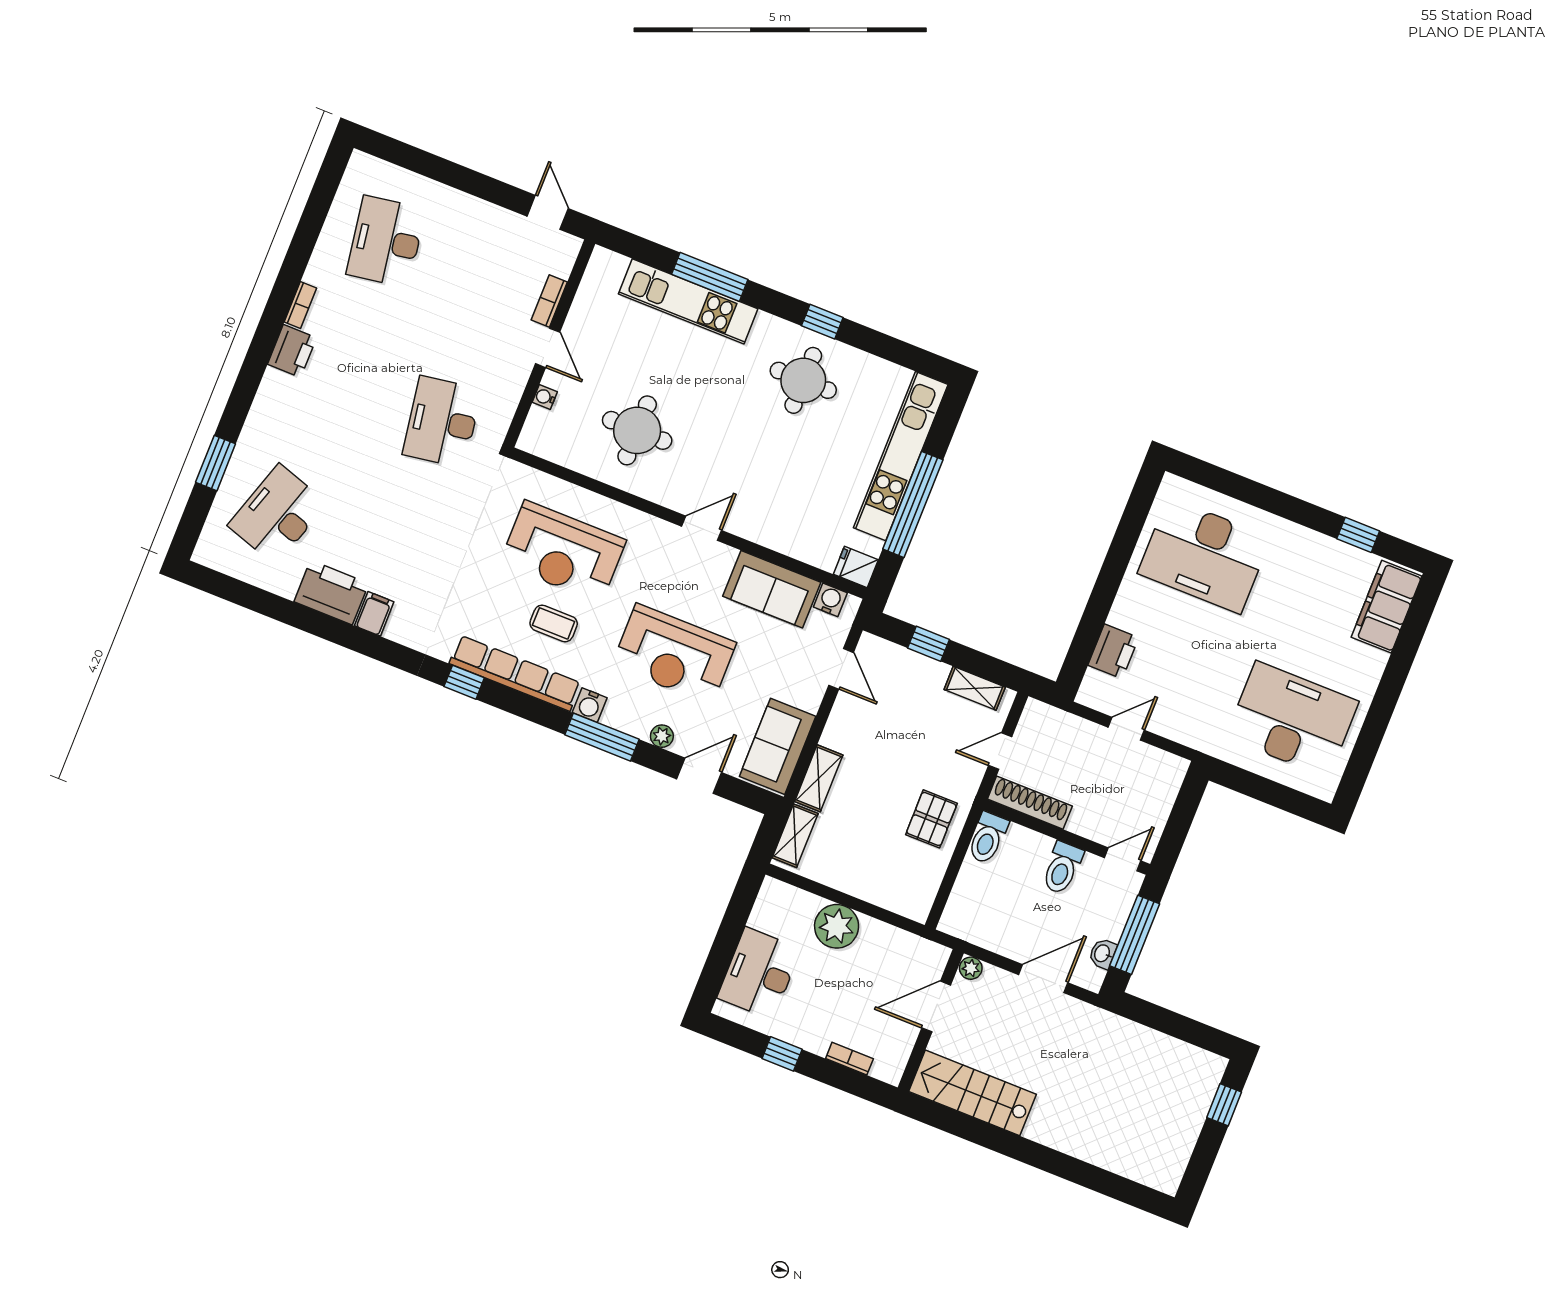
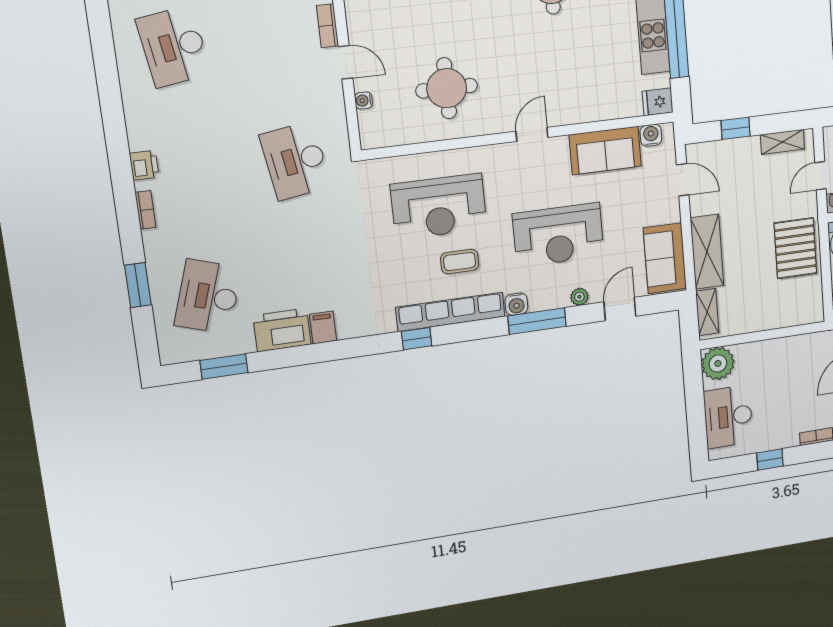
bookcase: (300, 305) -> (145, 210), moved
printer: (292, 351) -> (144, 165), width x0.73, depth x0.81
window: (252, 598) -> (224, 367), added
shelving: (819, 778) -> (707, 252), width x1.50, depth x1.33
pallet: (931, 819) -> (795, 248), width x1.50, depth x1.42
plant: (837, 926) -> (718, 363), moved

